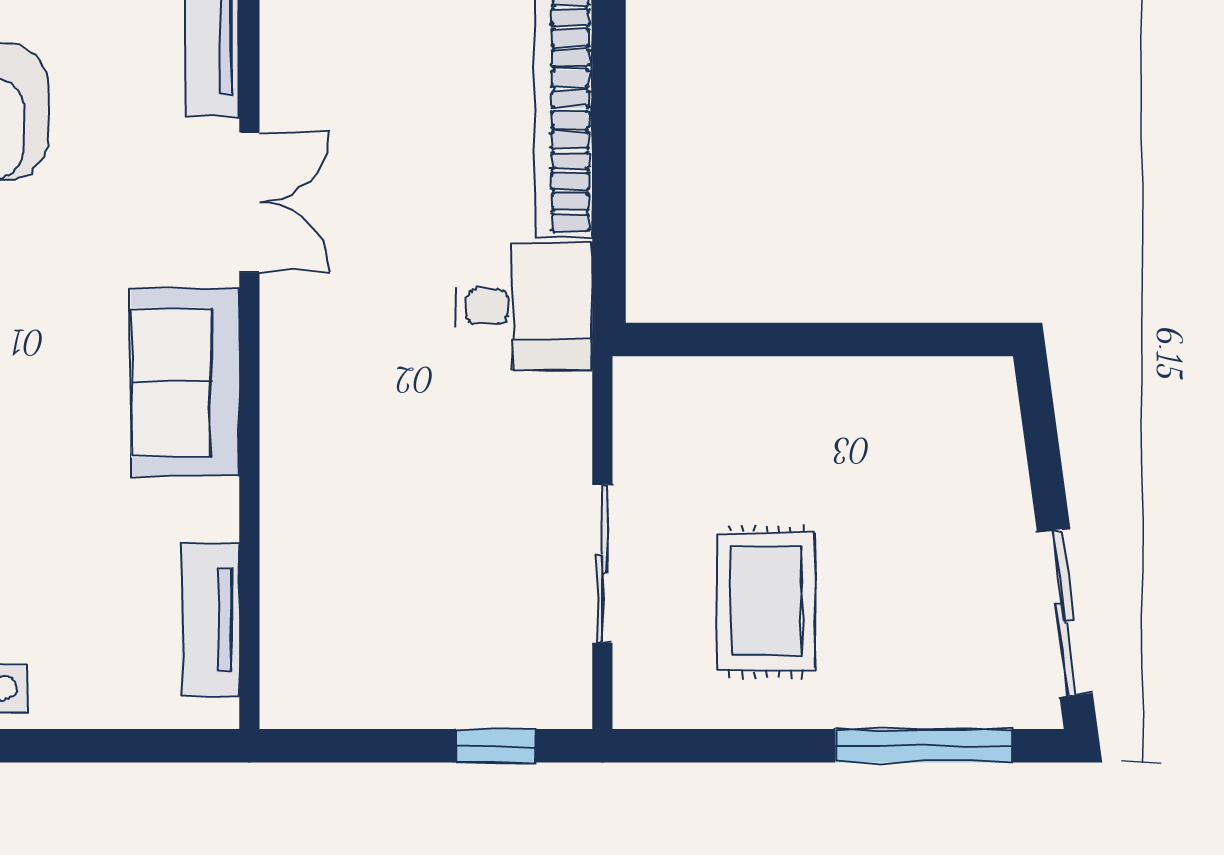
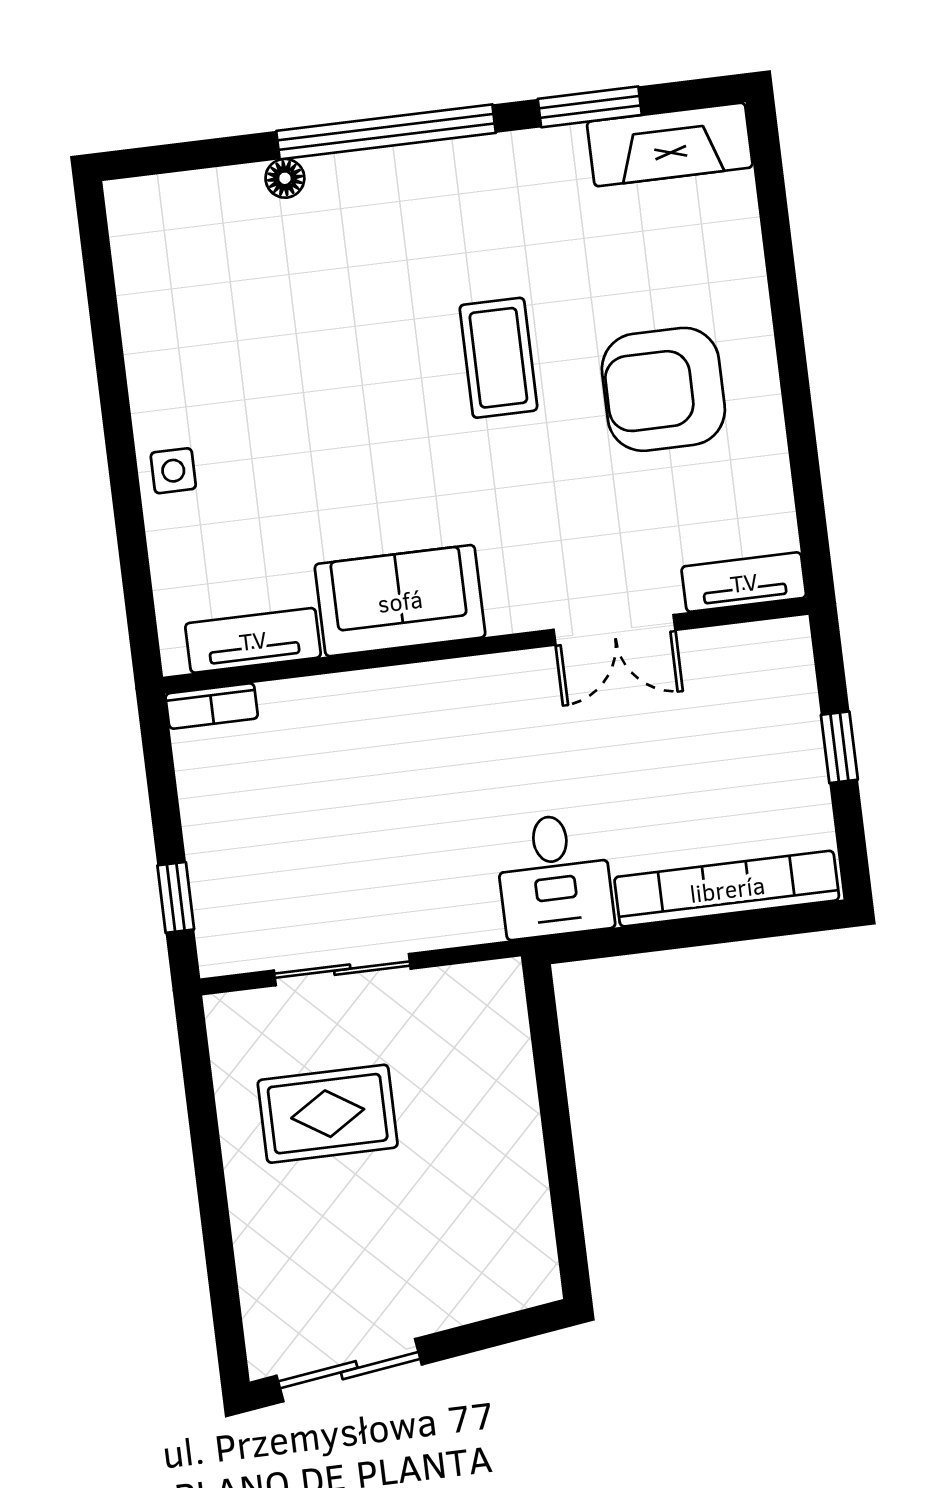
sofa: (185, 382) -> (400, 601), moved
bookcase: (280, 677) -> (212, 706), added
window: (923, 746) -> (221, 1263), removed

